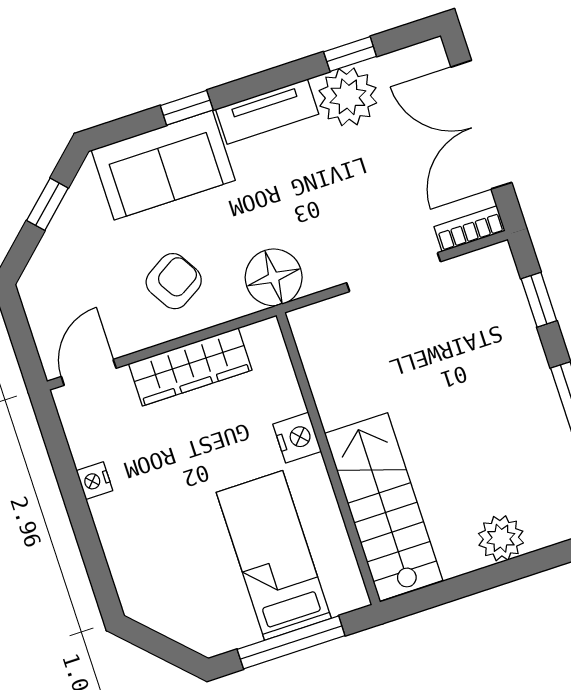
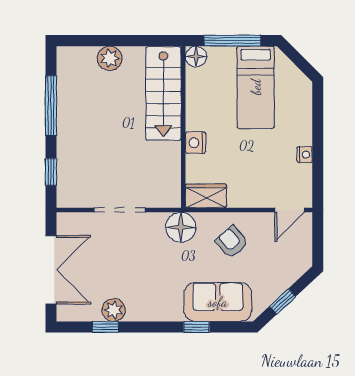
plant: (348, 97) -> (114, 310), width x0.73, depth x0.73
tv unit: (267, 112) -> (157, 312), removed
bookcase: (470, 229) -> (74, 219), removed
armchair: (174, 281) -> (232, 242), turned 80
wardrobe: (190, 367) -> (206, 196), moved, width x0.67
bed: (274, 555) -> (256, 87), moved
floor lamp: (347, 592) -> (196, 57), added

